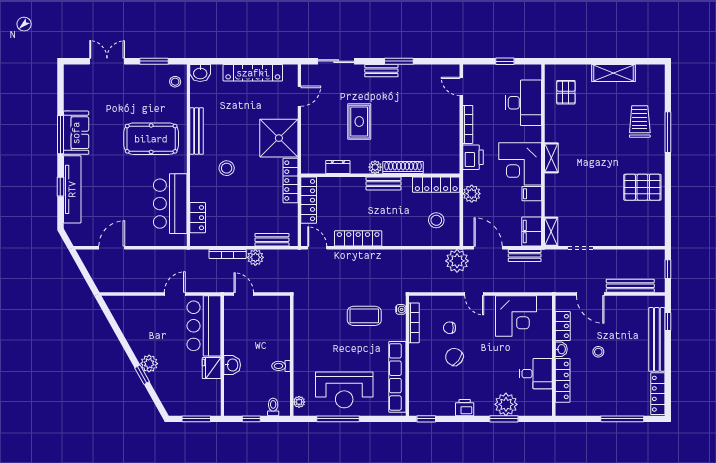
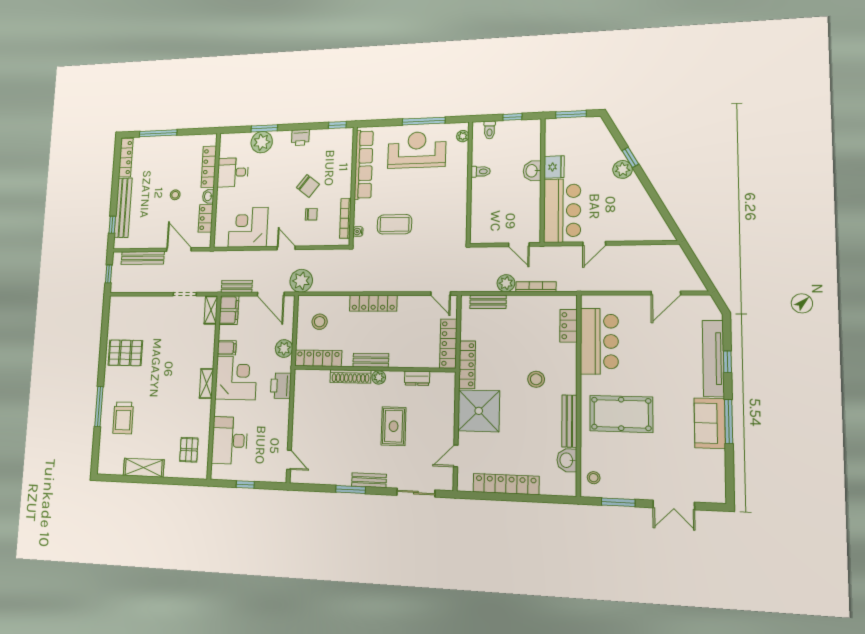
washbasin: (200, 73) -> (567, 460), moved, turned -90
bookcase: (468, 124) -> (284, 420), removed
locker: (358, 238) -> (373, 303), moved

